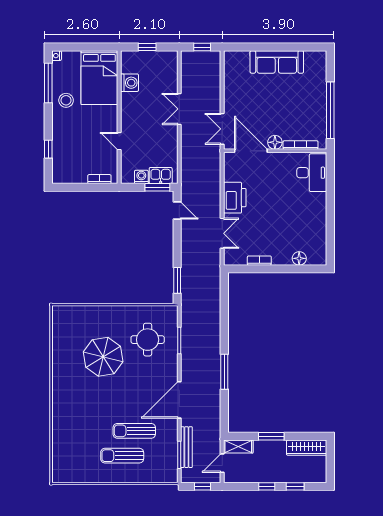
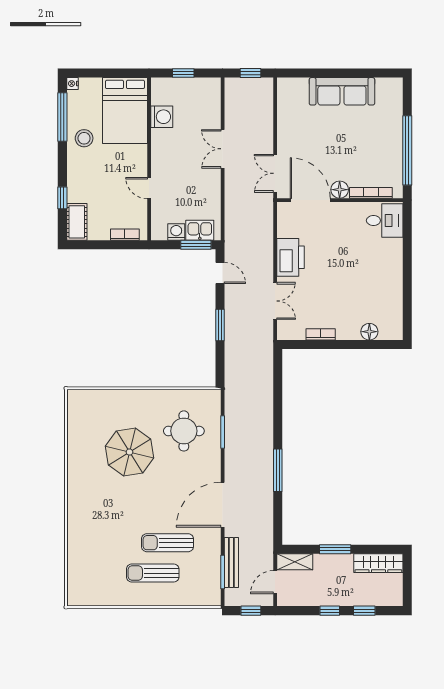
cot: (60, 169) -> (77, 222), added
desk: (312, 173) -> (385, 221), width x0.73
window: (177, 280) -> (220, 325), moved

